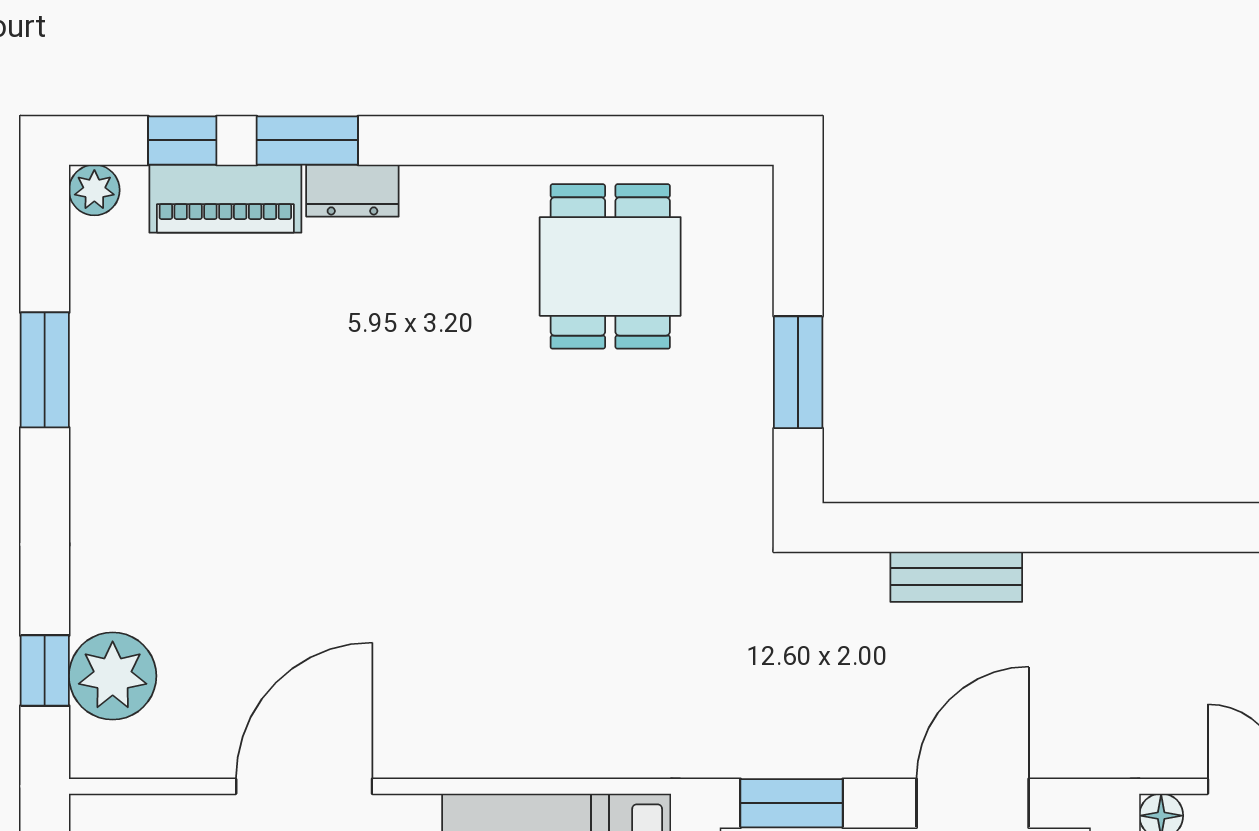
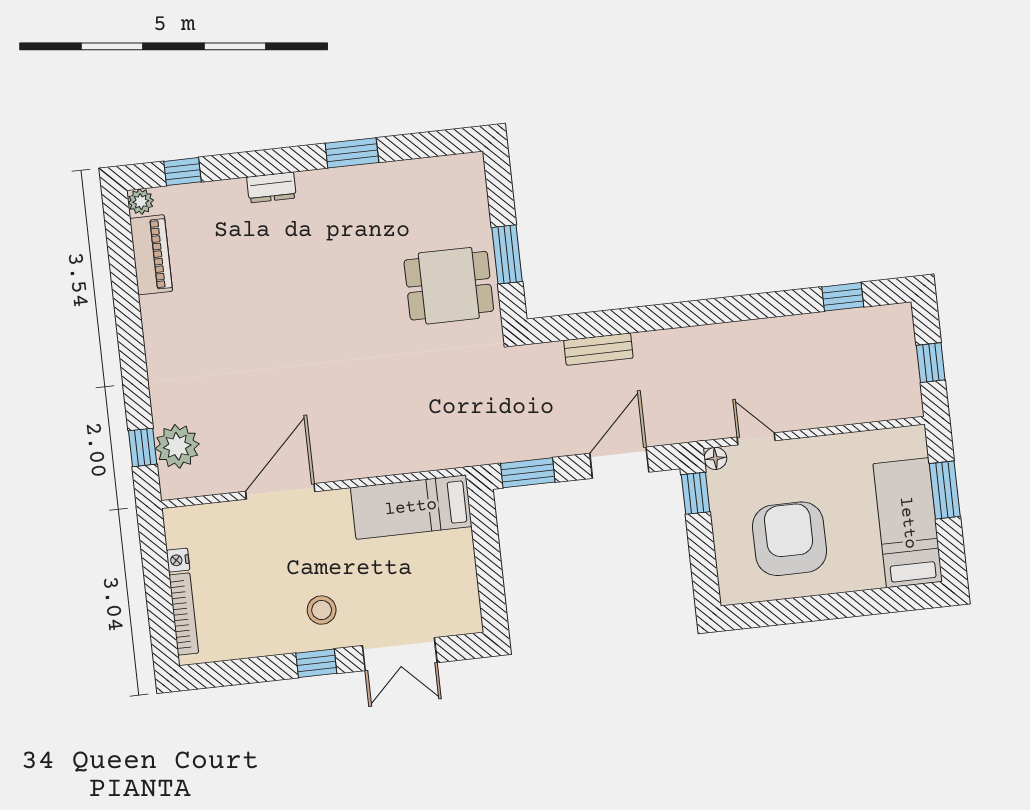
window: (307, 140) -> (352, 153), moved
piano: (225, 199) -> (151, 255), moved, turned -90
dining table: (610, 266) -> (449, 286), moved, turned 90
window: (45, 370) -> (126, 295), removed

